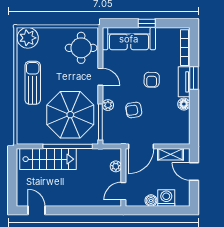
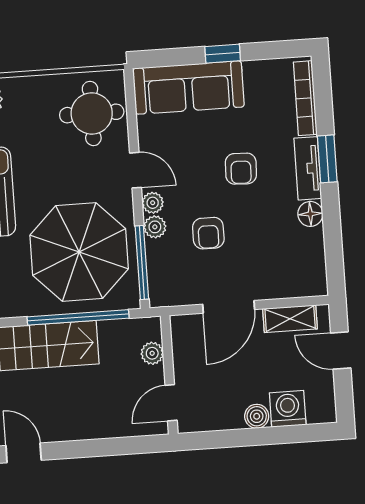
plant: (108, 93) -> (153, 203), added
armchair: (134, 110) -> (208, 233), turned -81
plant: (116, 166) -> (152, 353), moved
wall: (123, 177) -> (169, 375), moved
door: (123, 191) -> (171, 403), moved

